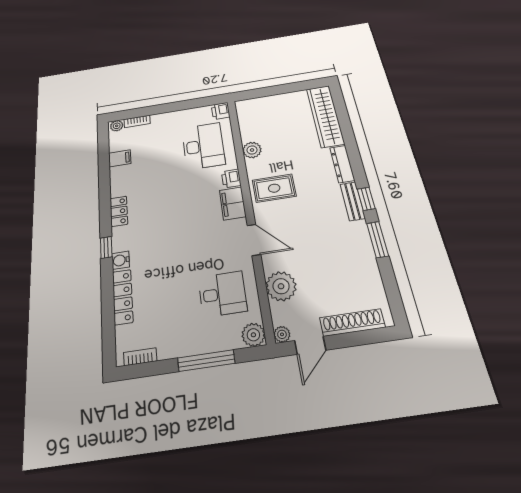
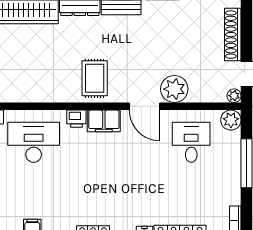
plant: (252, 150) -> (48, 93), removed
door: (254, 240) -> (145, 106), swing flipped
plant: (281, 286) -> (174, 89), moved

